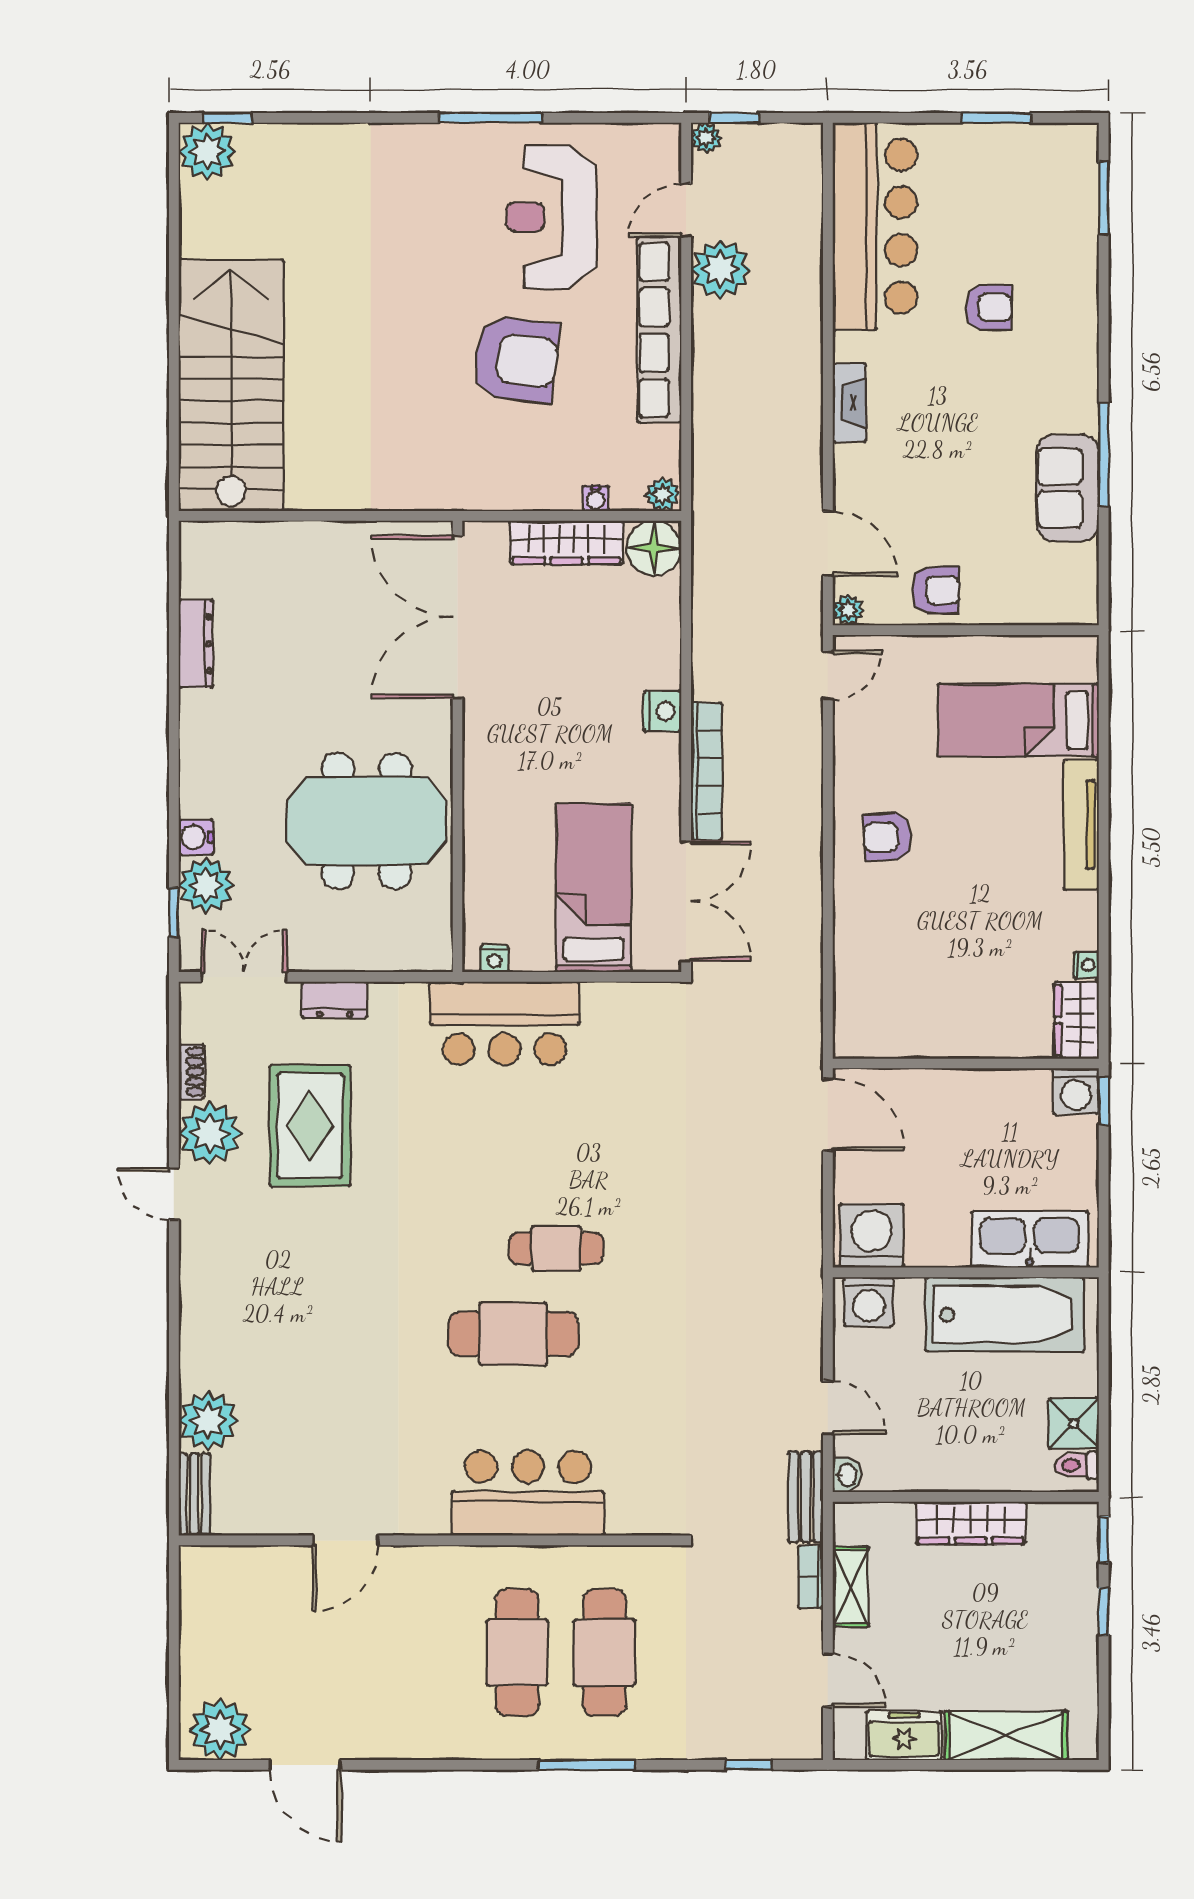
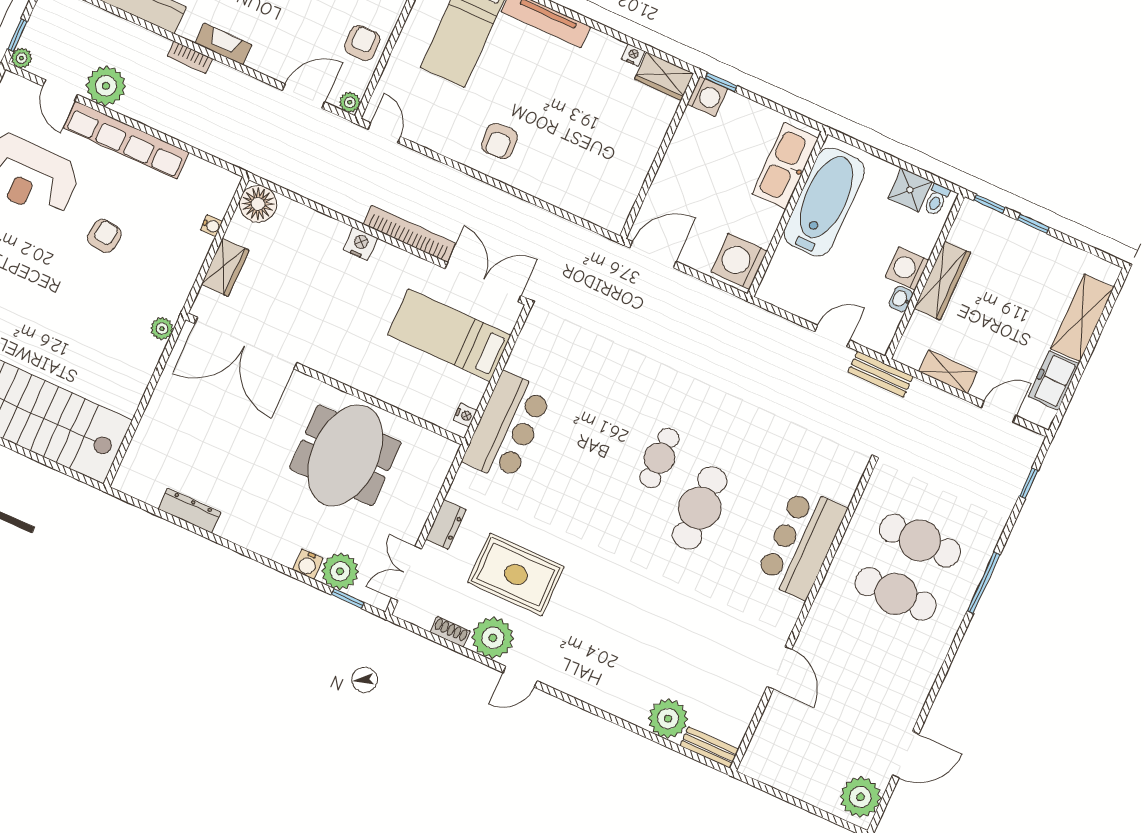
armchair: (516, 359) -> (104, 236), width x0.53, depth x0.53
plant: (663, 494) -> (162, 329), moved
wardrobe: (566, 543) -> (225, 267), width x0.67
washing machine: (869, 1302) -> (907, 268), moved, turned 180
washbasin: (847, 1475) -> (901, 299), moved, turned -90
bookcase: (811, 1577) -> (190, 57), moved

